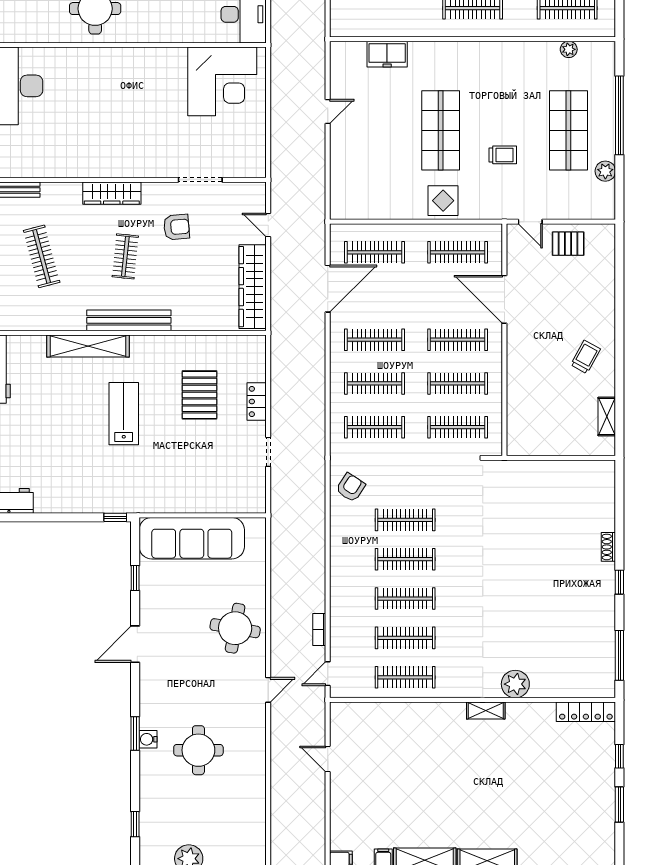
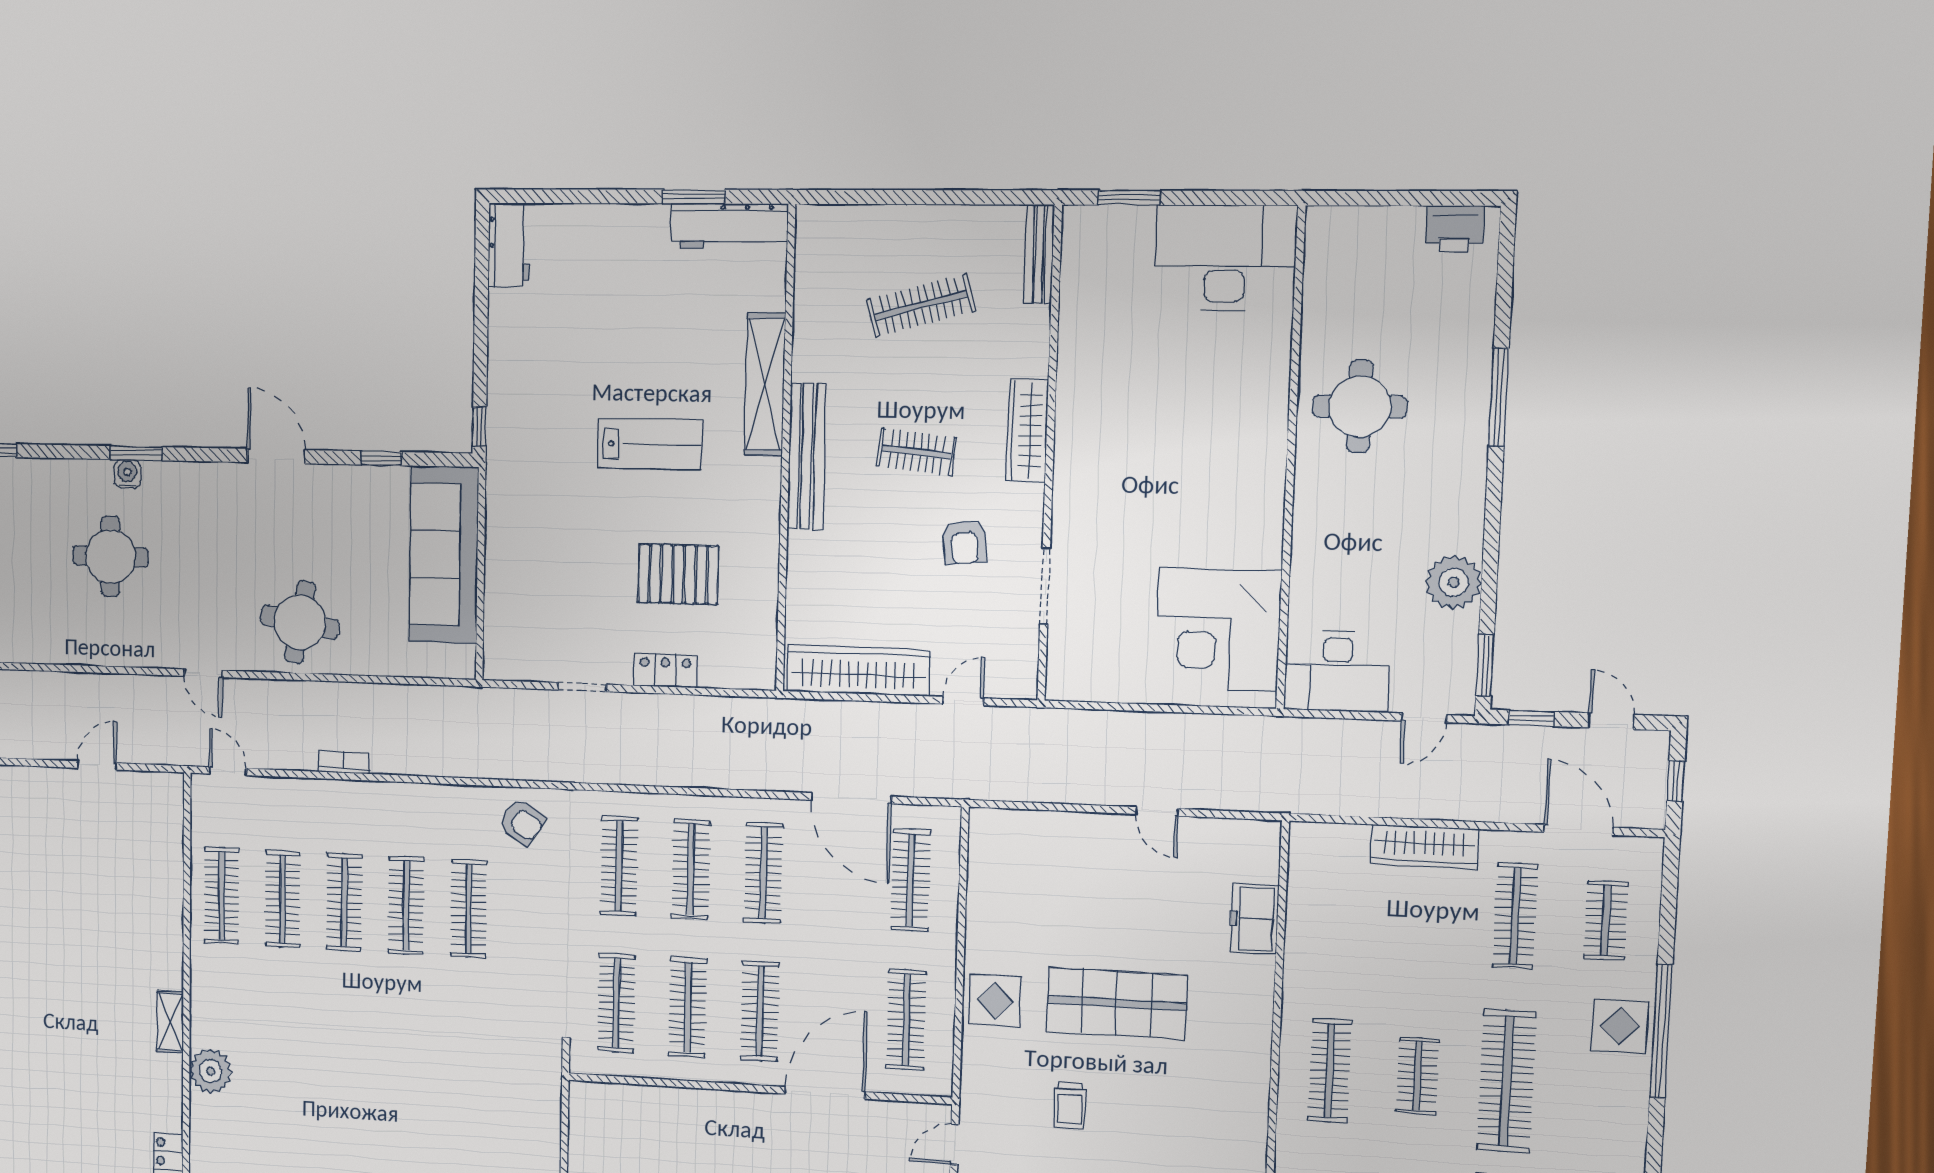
bookcase: (319, 629) -> (344, 762), moved

